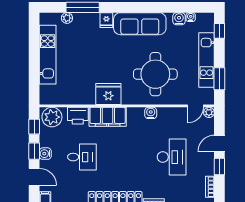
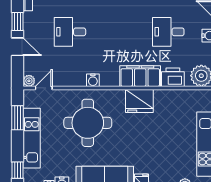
door: (219, 143) -> (17, 47), hinge flipped
desk: (172, 157) -> (70, 32), width x0.73

